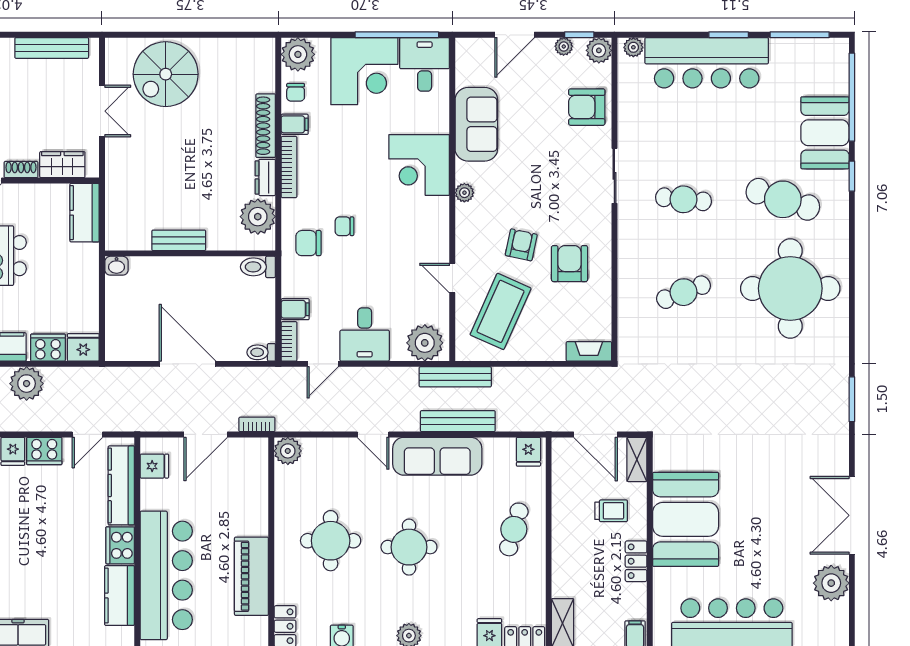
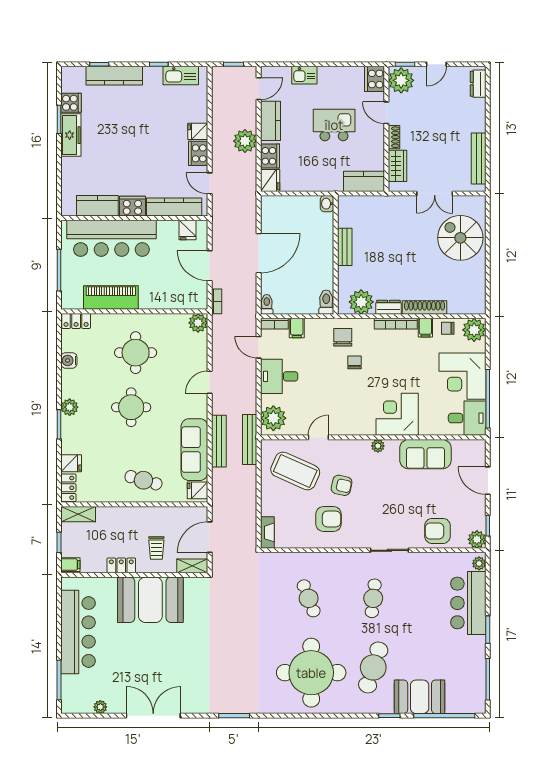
plant: (564, 46) -> (480, 515), removed
bar counter: (707, 63) -> (468, 603), width x0.73
armchair: (587, 107) -> (437, 531), turned -90
sofa: (437, 456) -> (194, 450), moved
plant: (831, 583) -> (100, 707), width x0.53, depth x0.53

